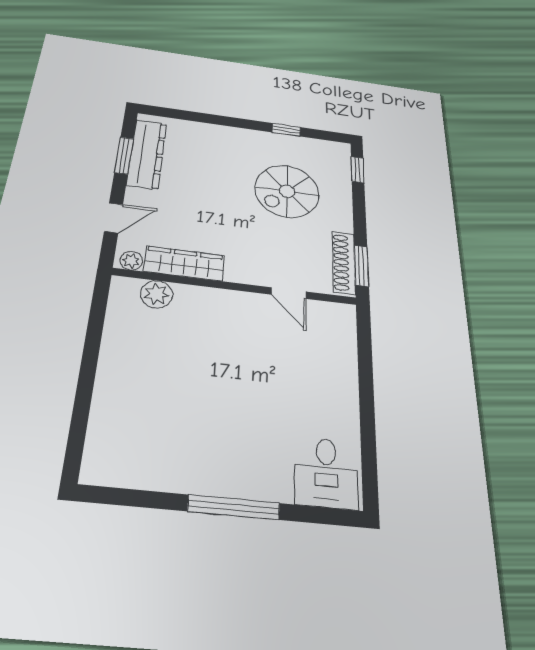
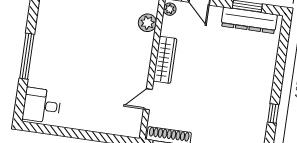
spiral stairs: (287, 191) -> (222, 107), removed
wardrobe: (184, 264) -> (165, 60), moved

